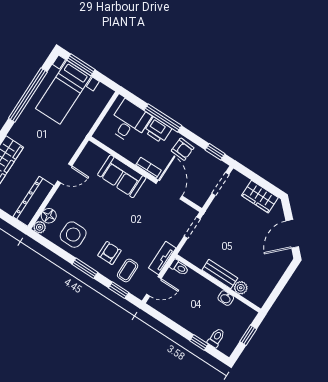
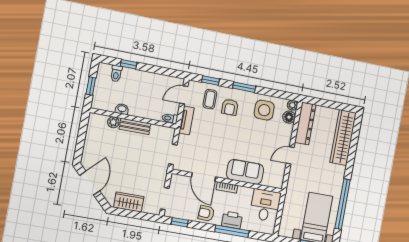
desk: (129, 122) -> (265, 205), moved, turned 180

